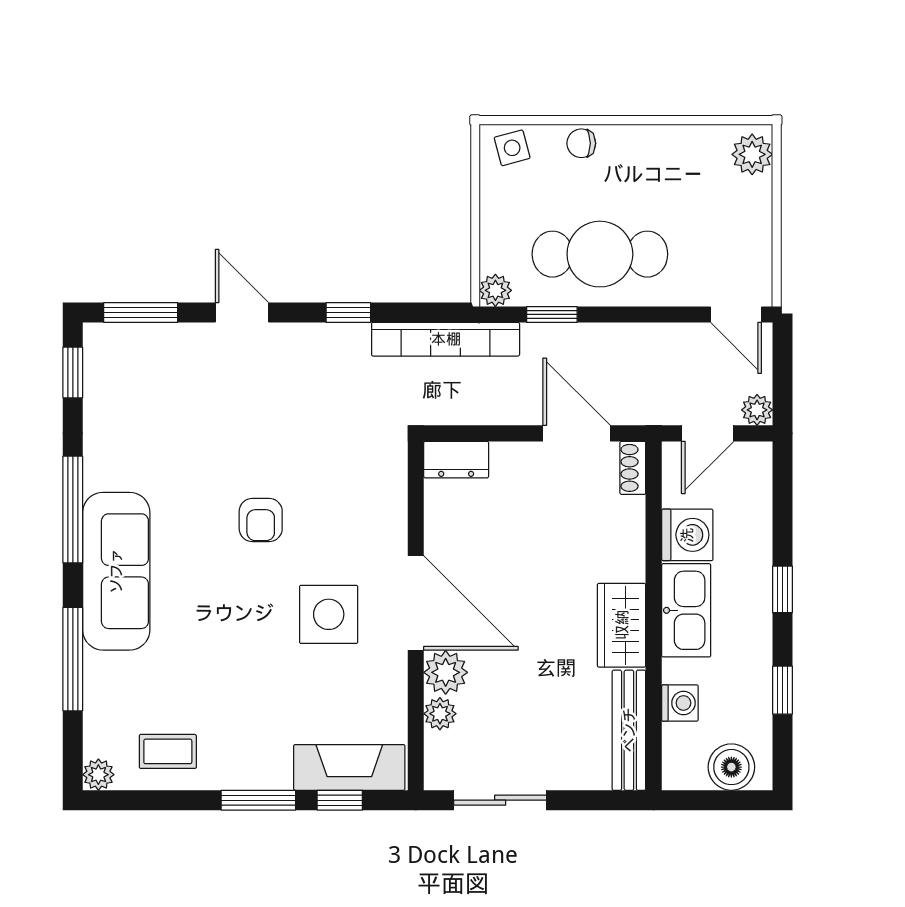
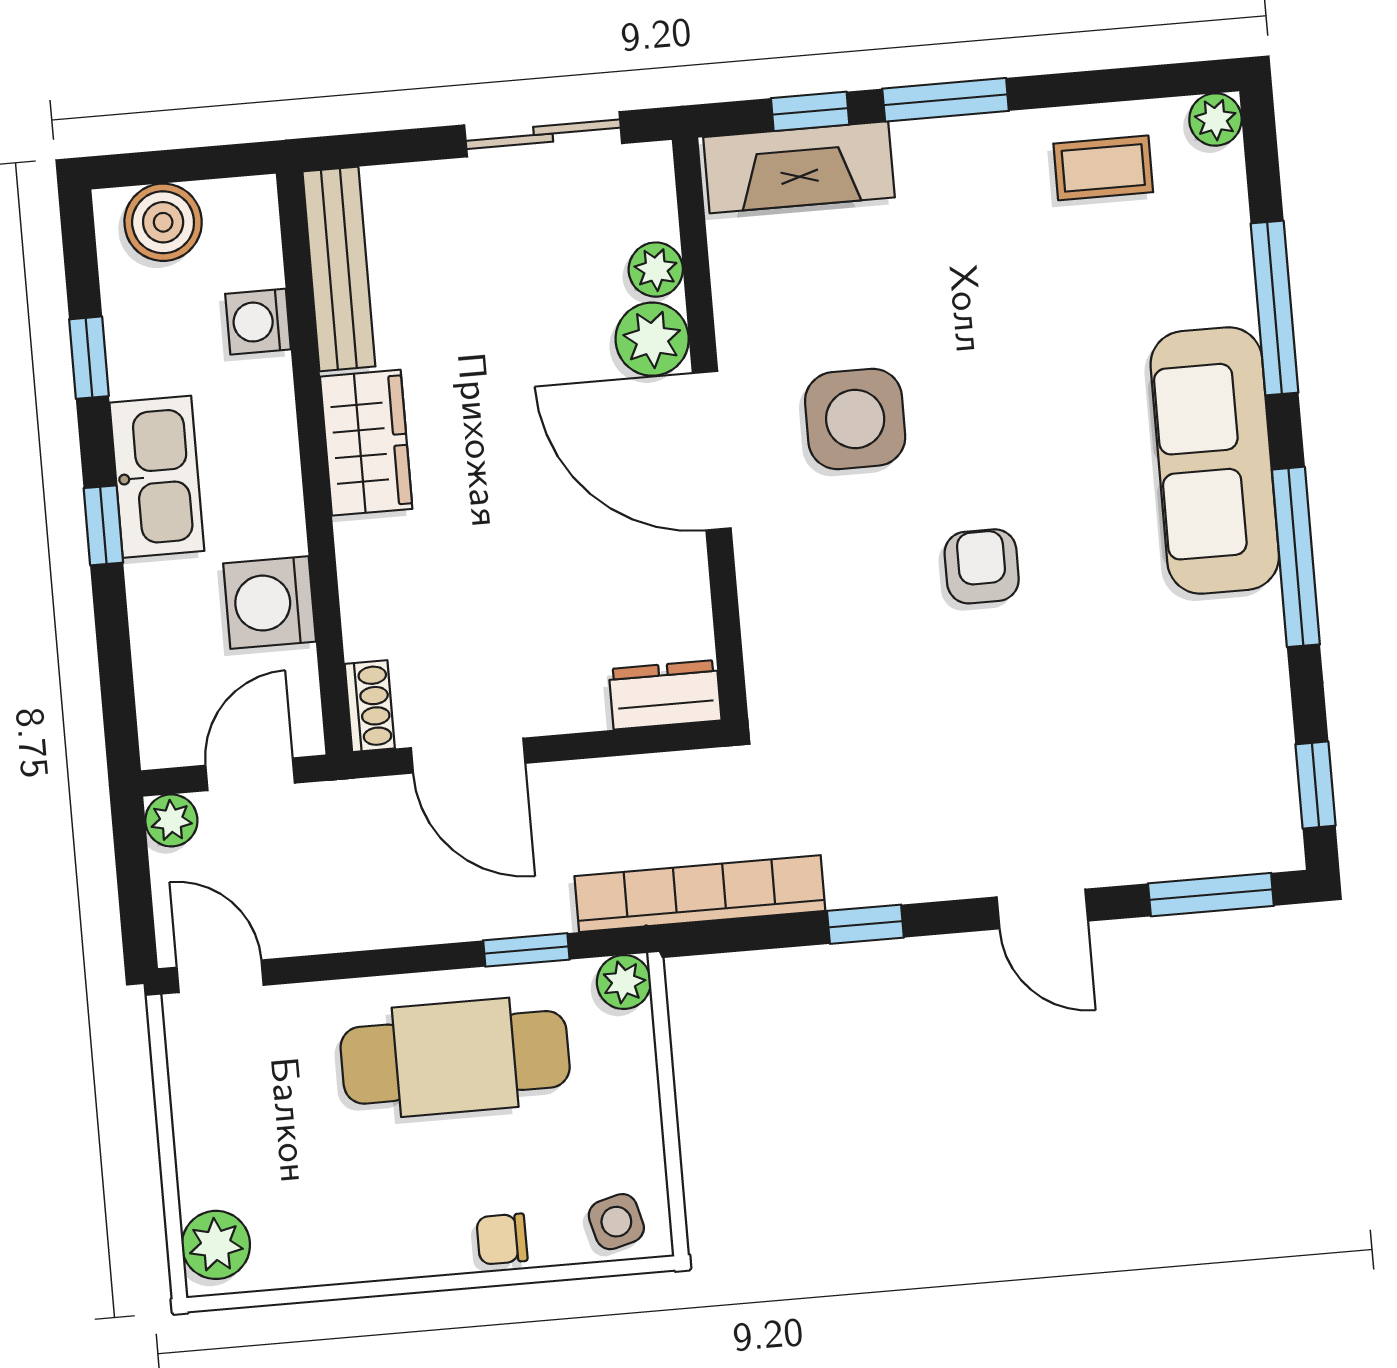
chair: (581, 143) -> (502, 1239), turned 180
kitchen sink: (686, 610) -> (157, 477), moved, turned 180

